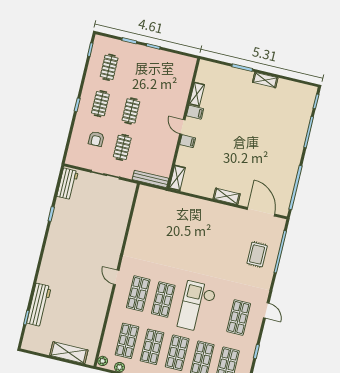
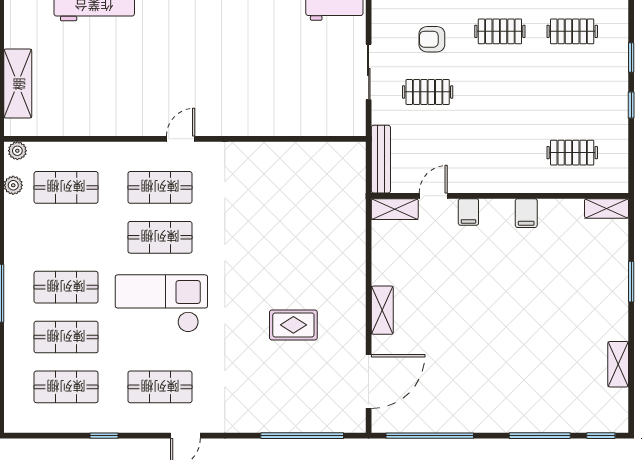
shelving: (265, 80) -> (618, 364), moved
shelving: (197, 94) -> (606, 208), moved
clothes rail: (131, 111) -> (572, 153), moved
door: (182, 127) -> (433, 196), moved
rug: (257, 254) -> (293, 325), moved
shop shelf: (152, 347) -> (66, 237), removed

